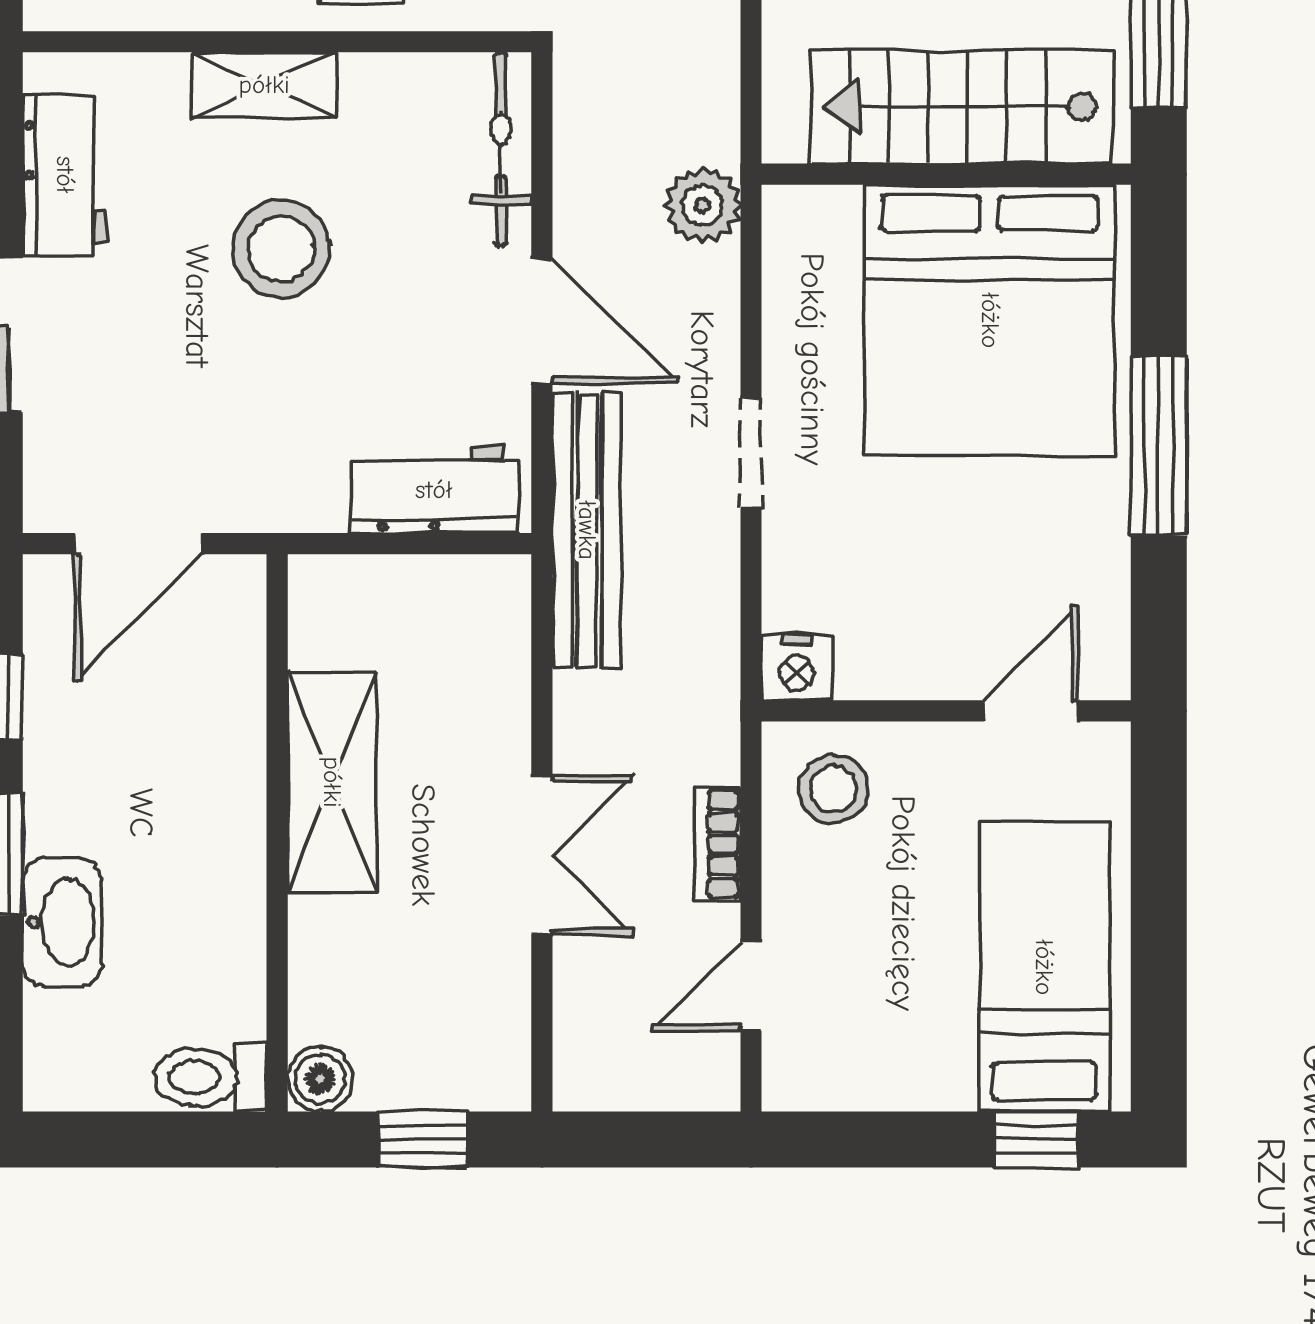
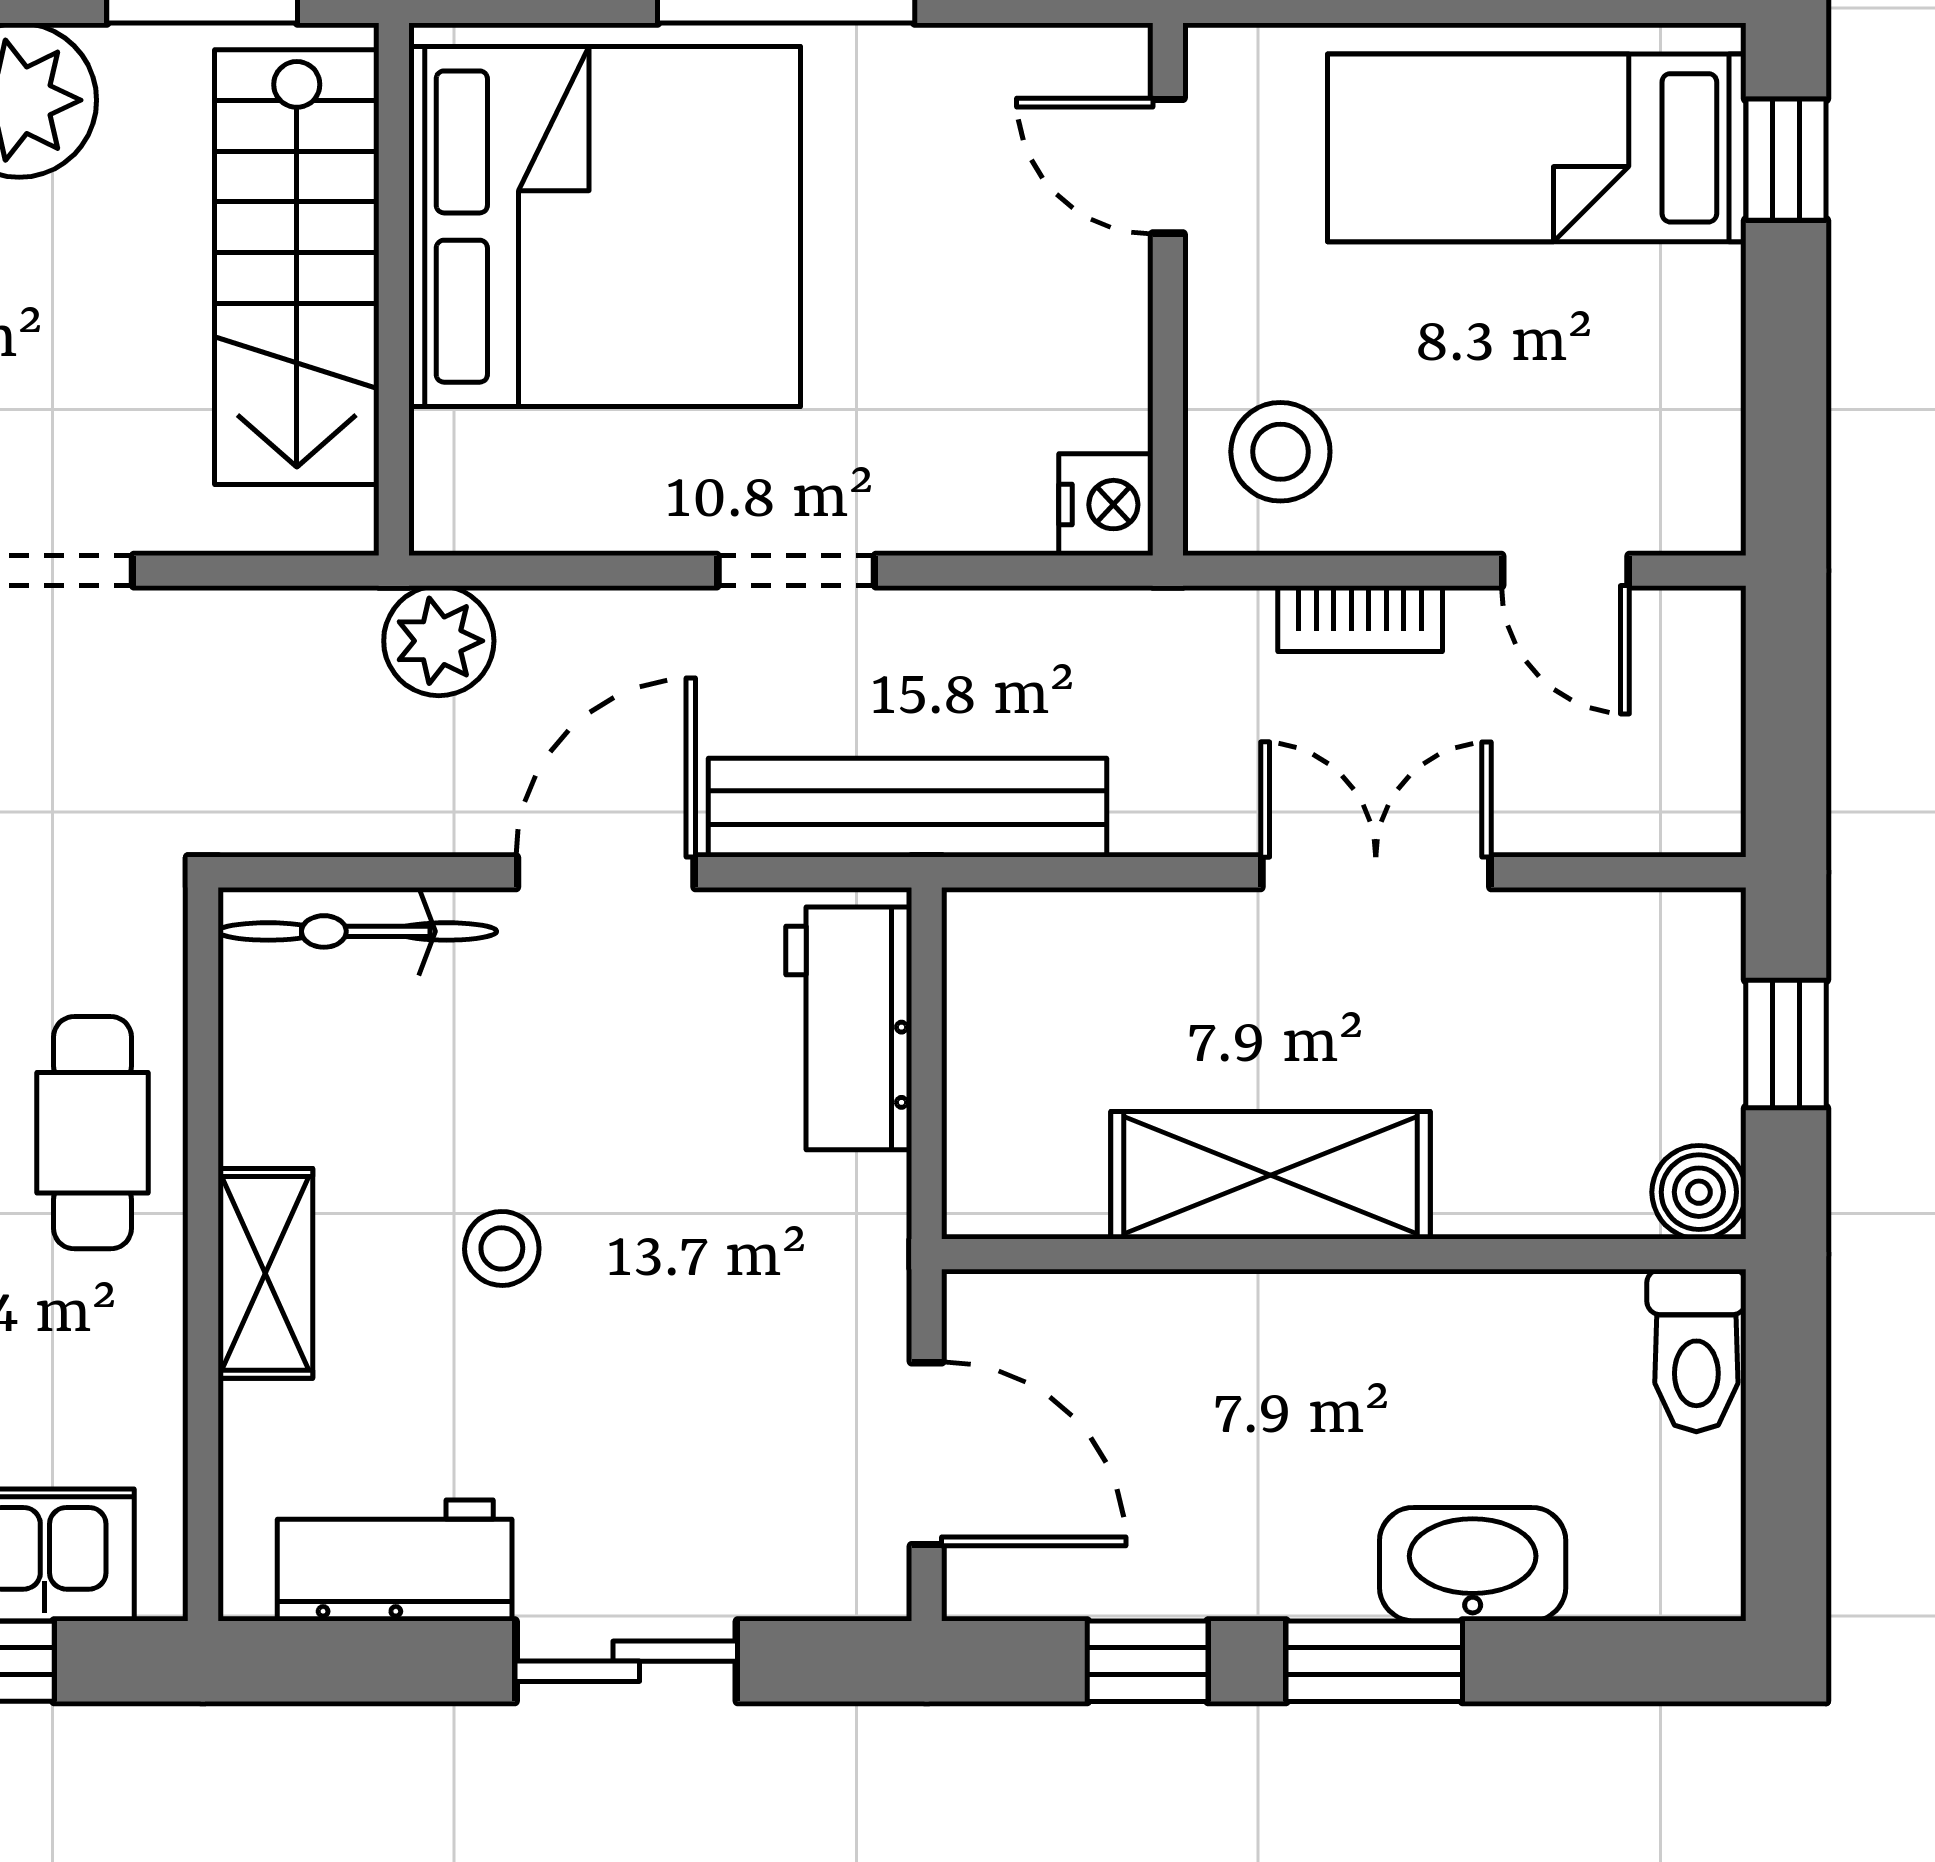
stool: (281, 249) -> (502, 1248), width x0.53, depth x0.53

